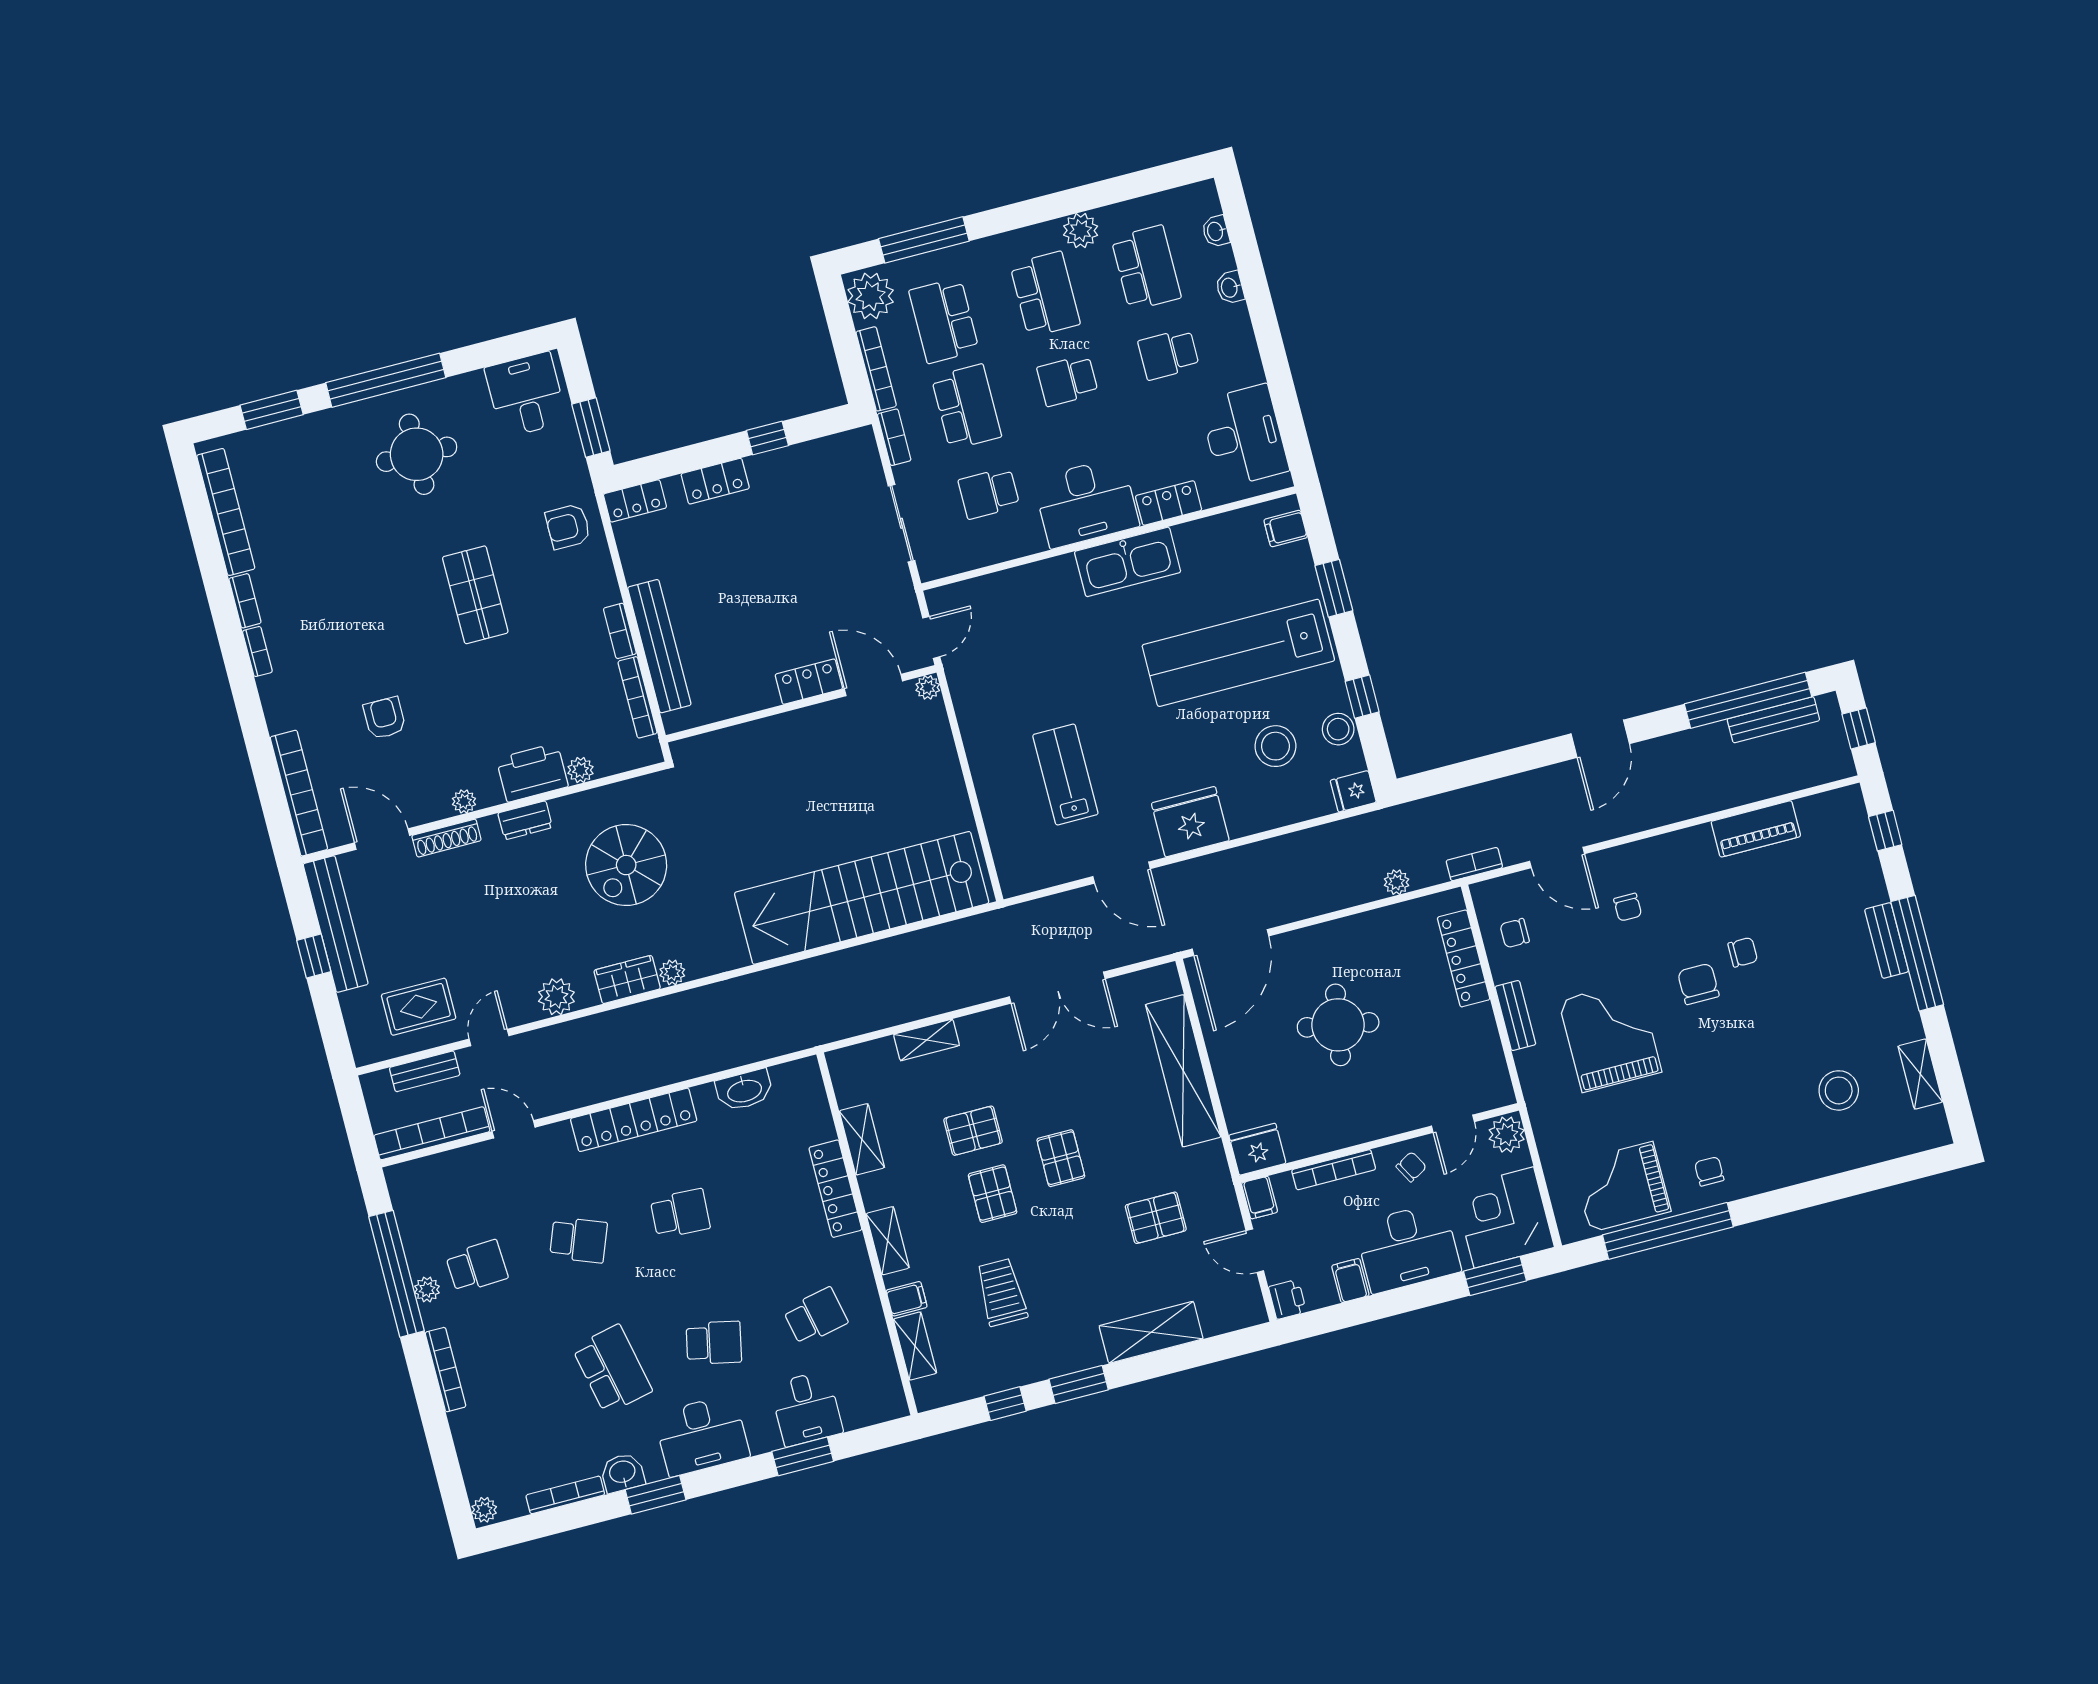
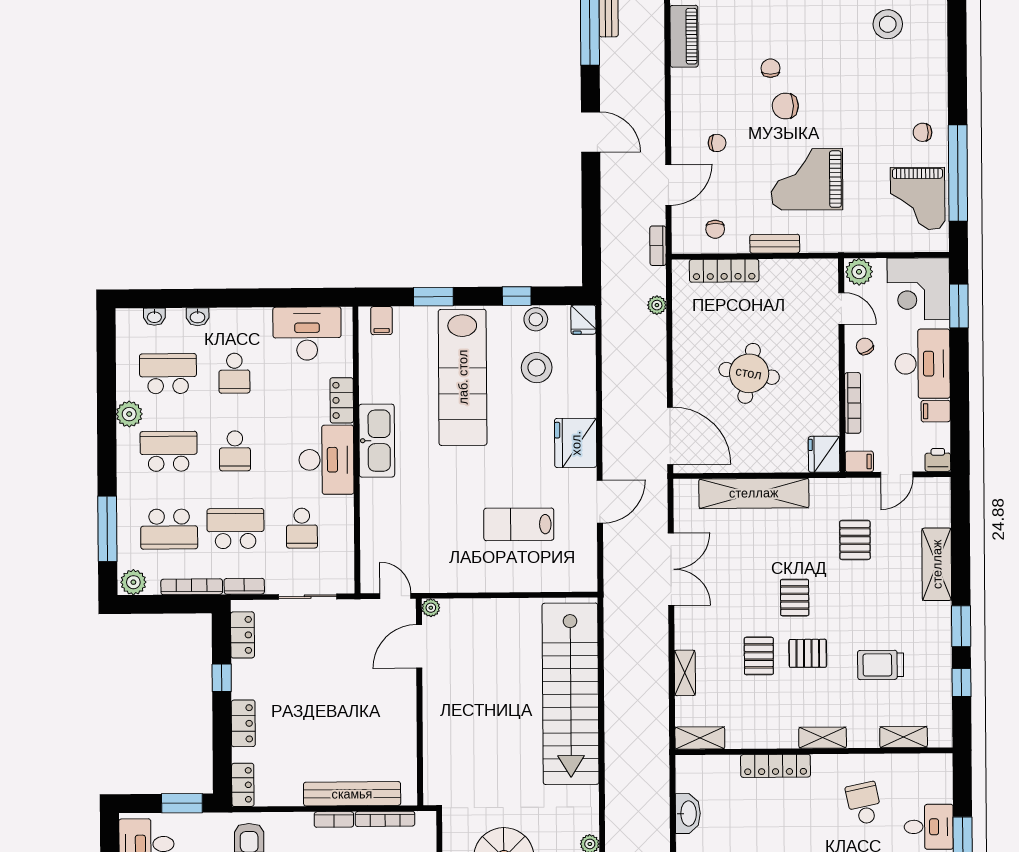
plant: (871, 296) -> (133, 582), width x0.73, depth x0.73
locker: (809, 682) -> (243, 635), moved, turned 180
shelving: (862, 1139) -> (700, 738), moved
pallet: (1061, 1158) -> (795, 598), turned 90
filing cabinet: (907, 1299) -> (868, 735), removed

